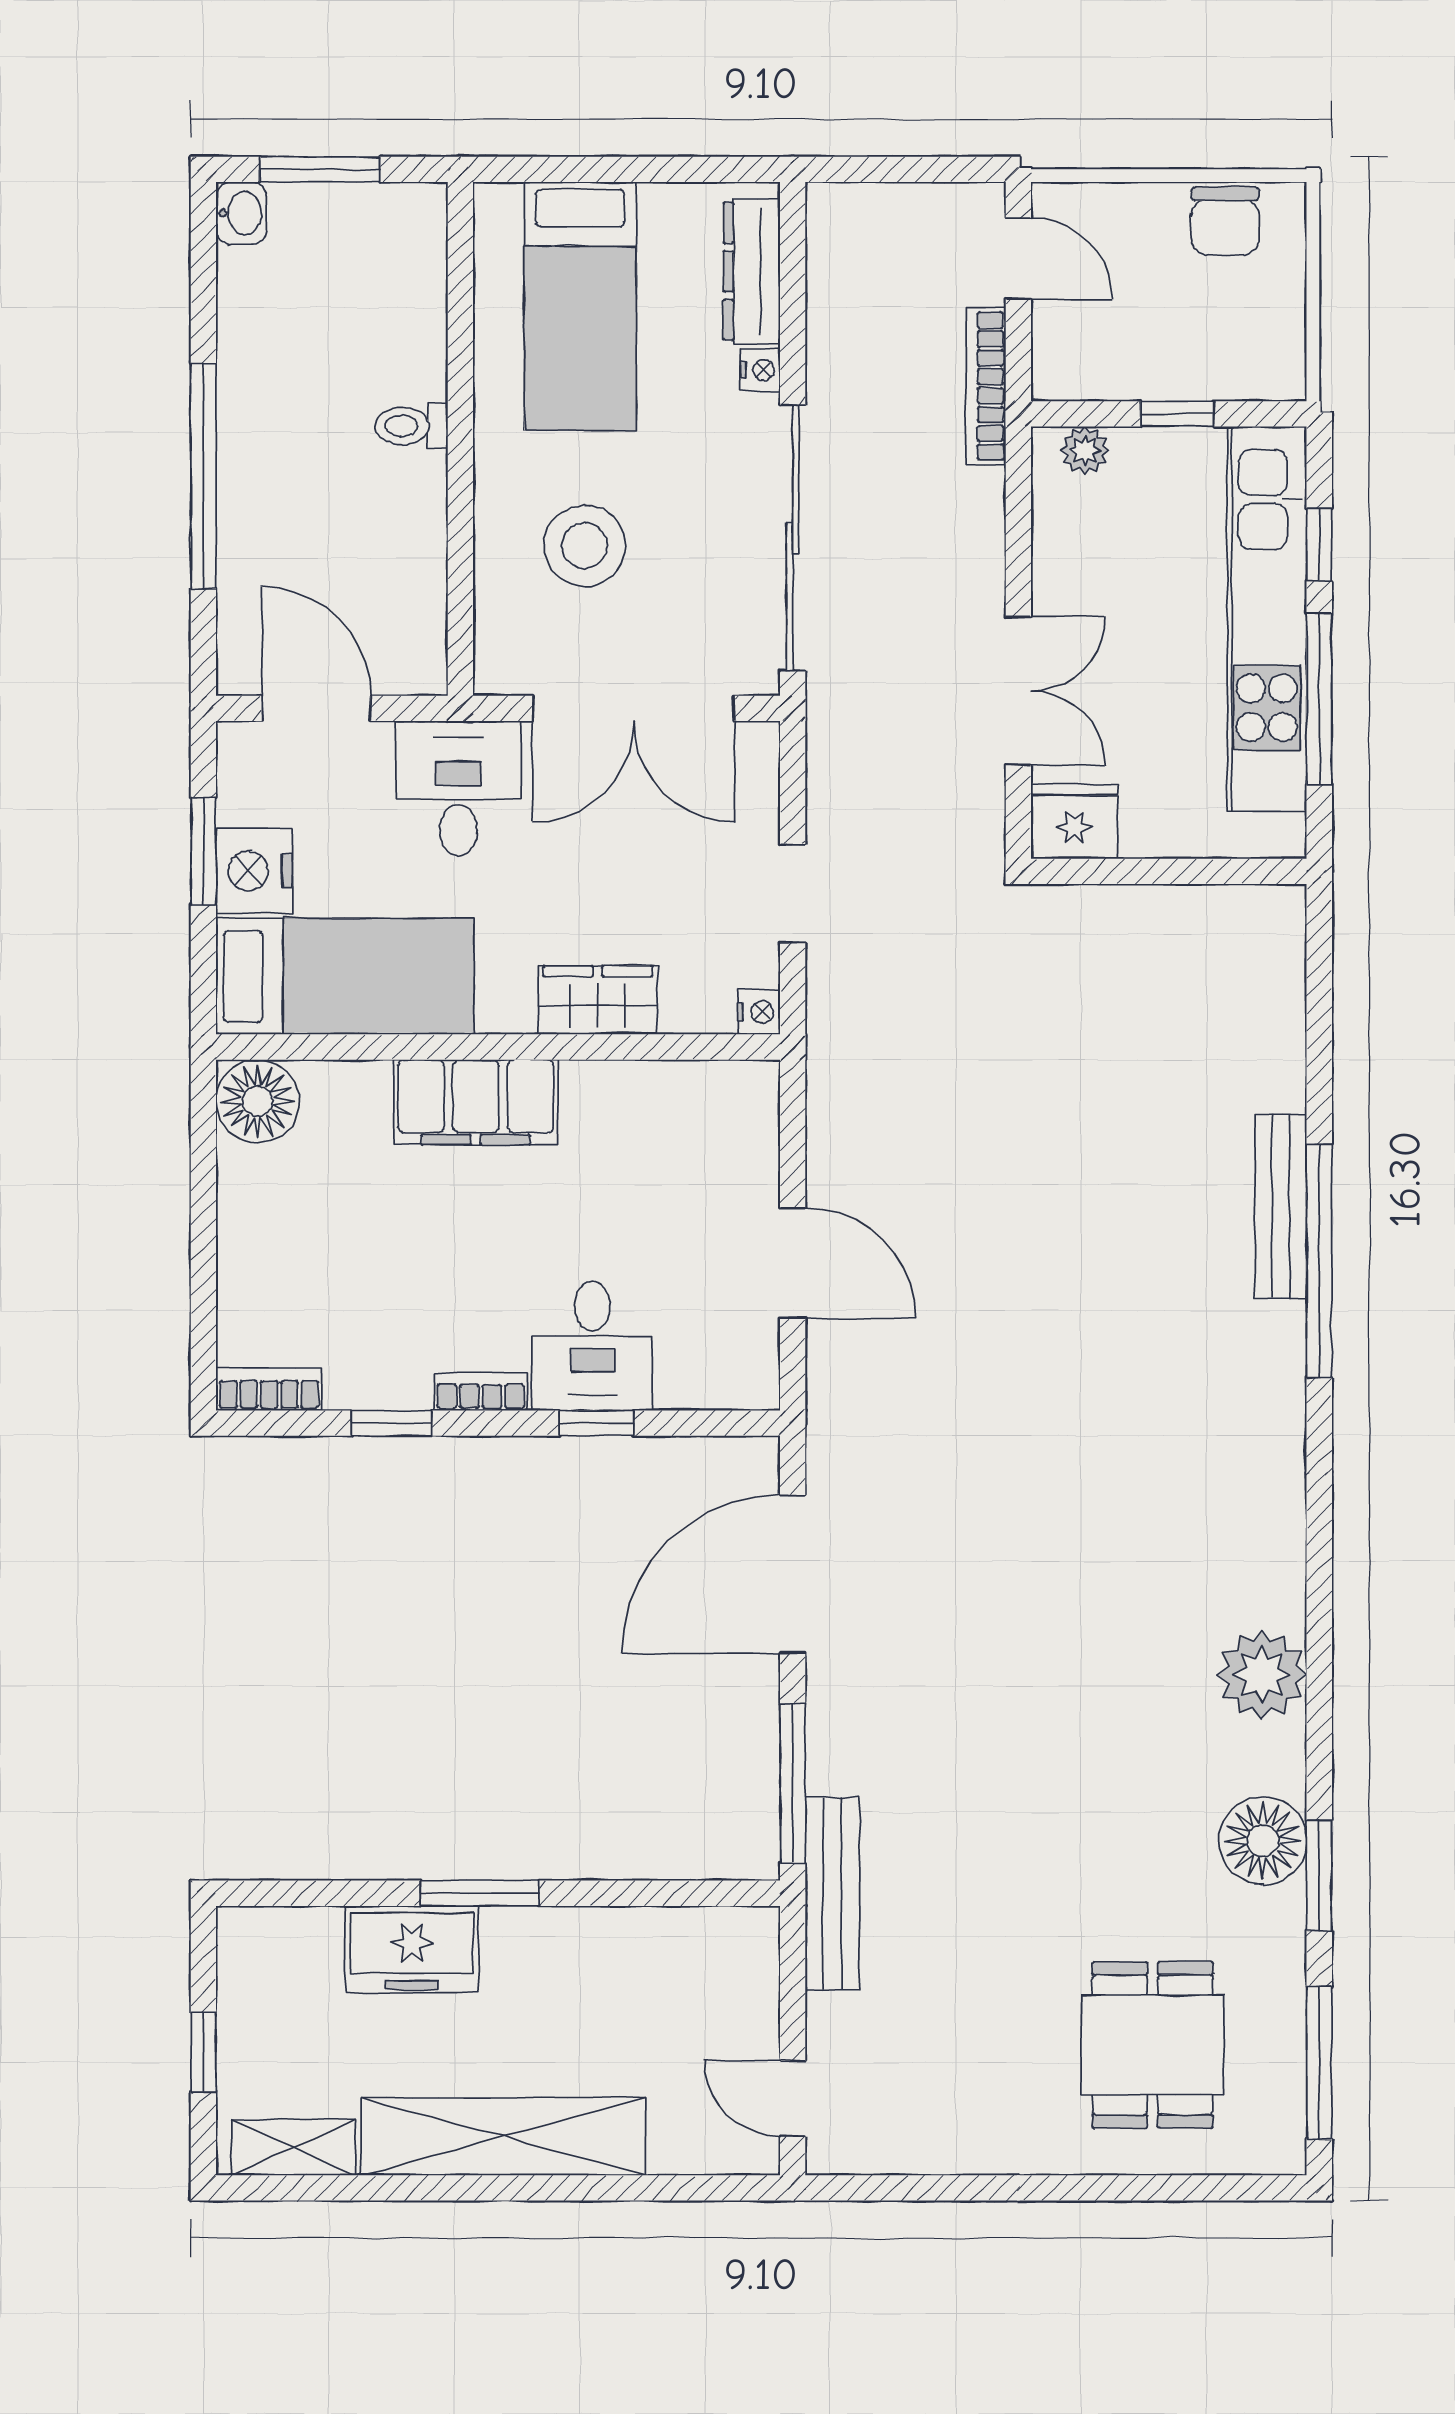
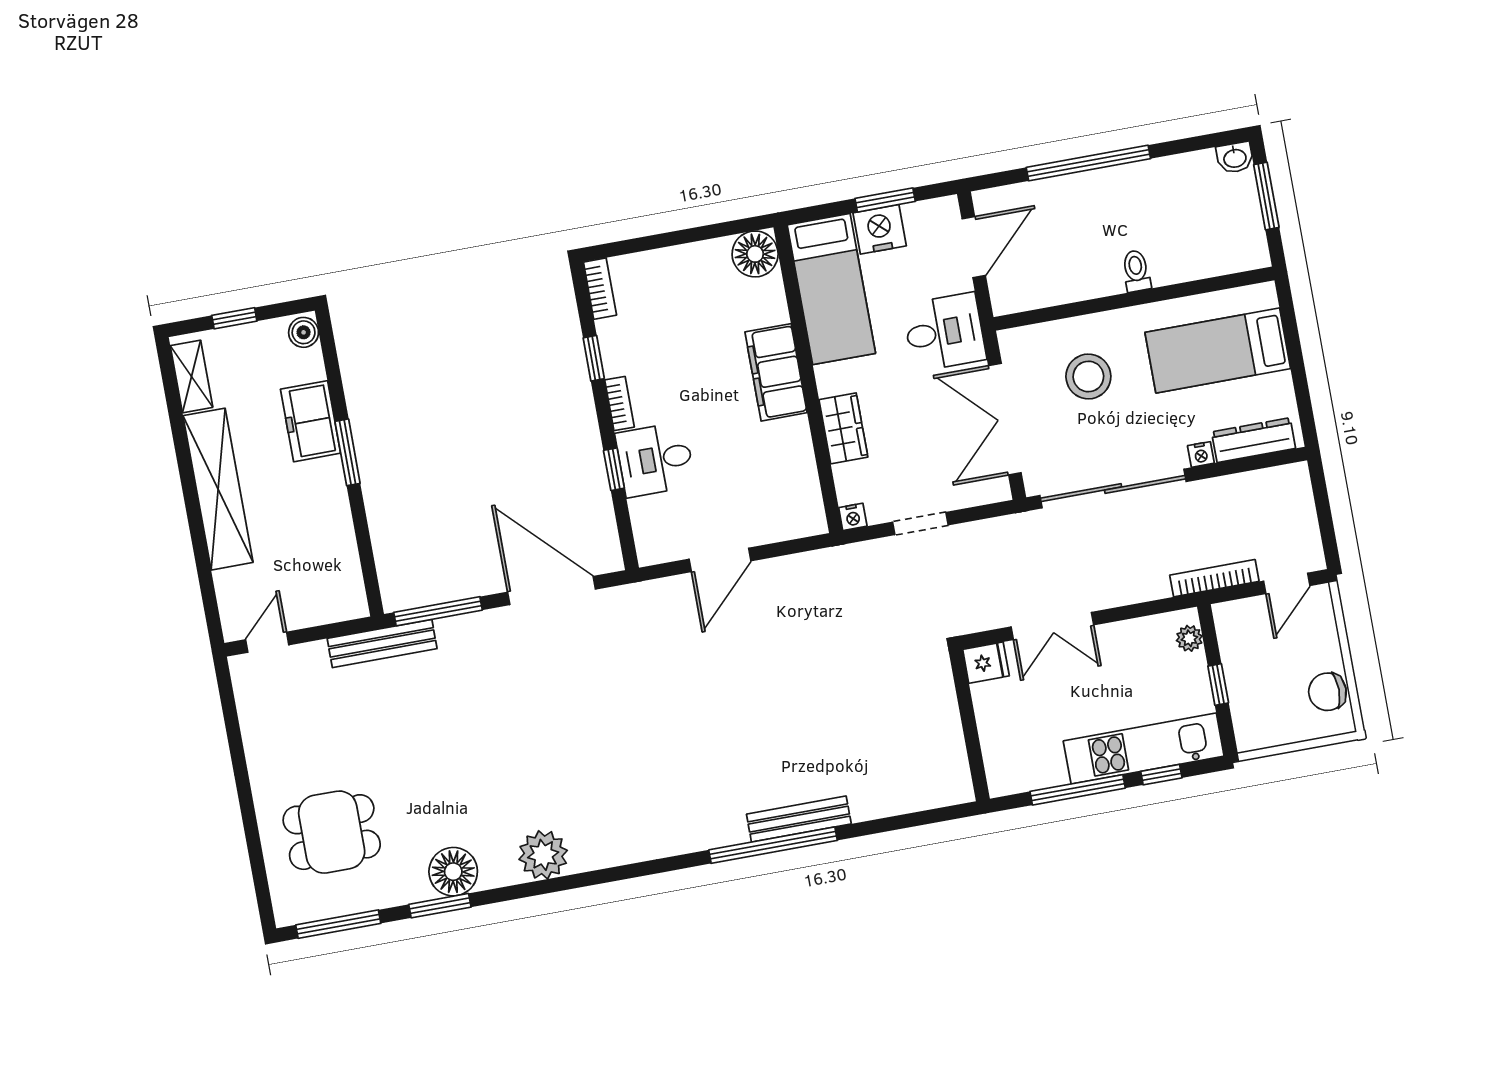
kitchen unit: (1267, 619) -> (1144, 748), width x0.73
fridge: (1074, 821) -> (986, 663), width x0.72
boiler: (251, 1933) -> (304, 332), added

